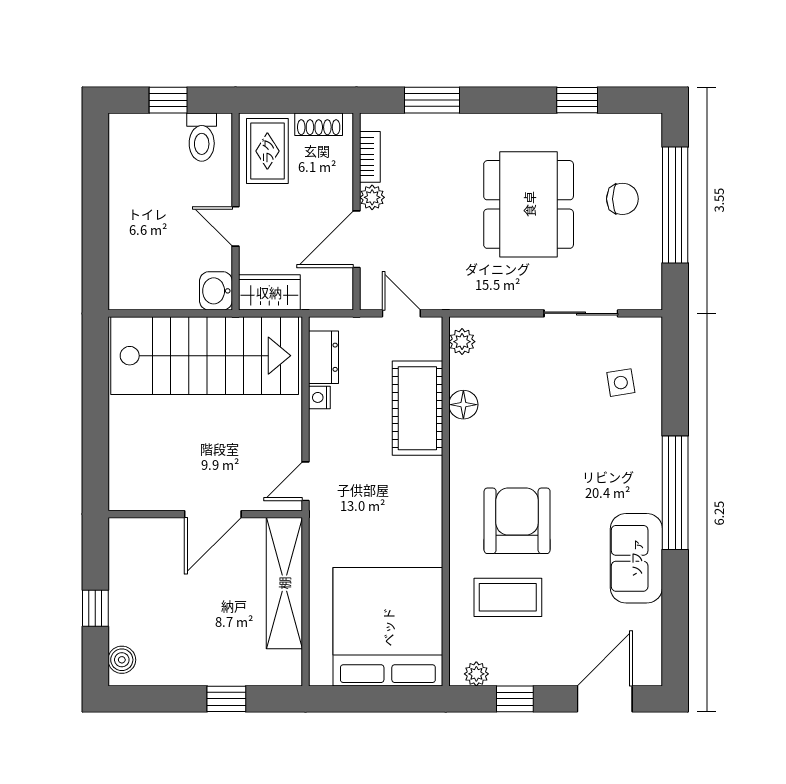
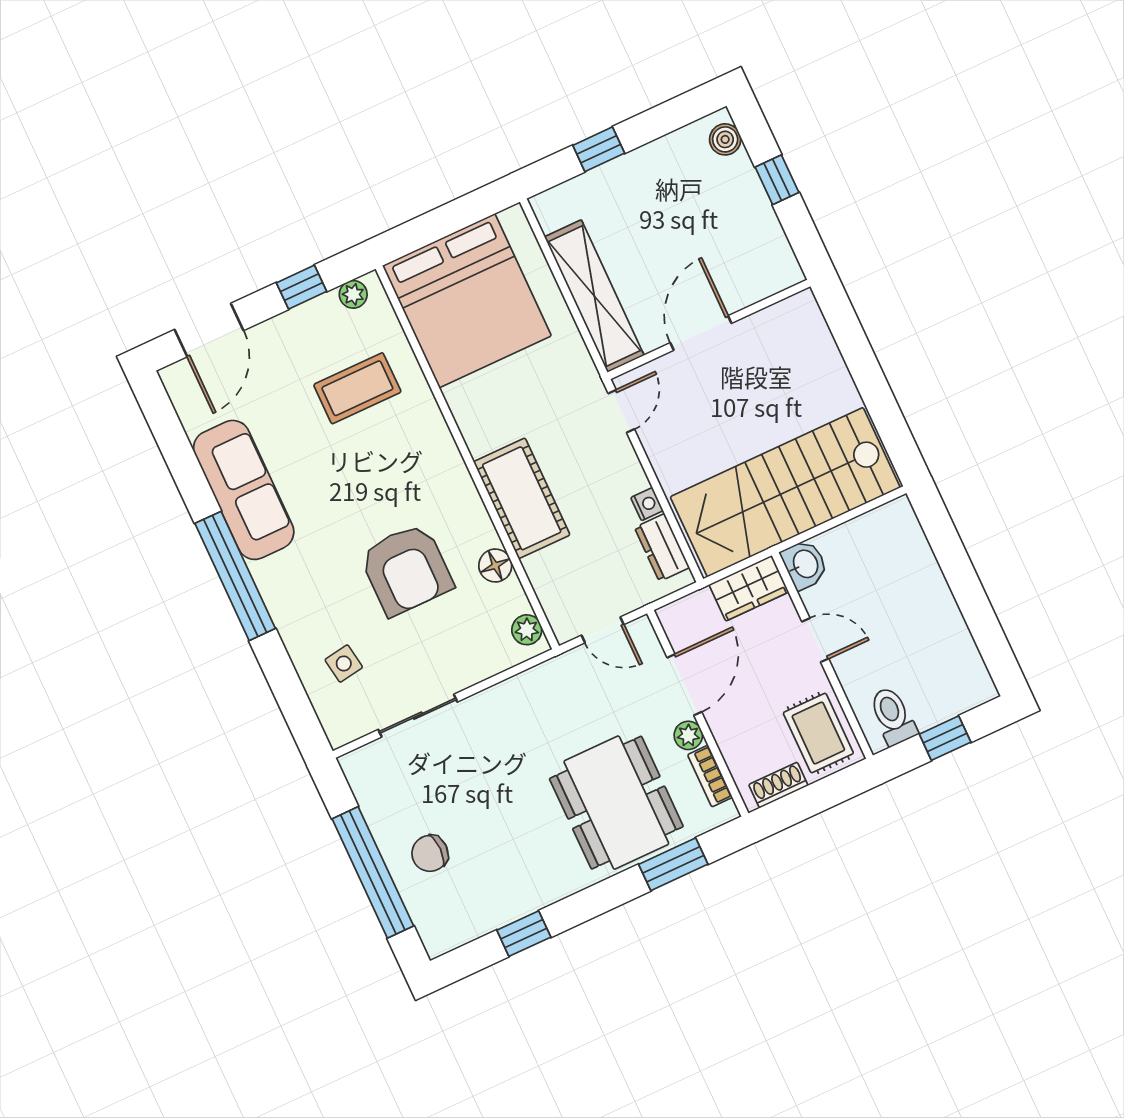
dining table: (529, 204) -> (616, 803), moved
cot: (417, 408) -> (522, 498), moved
armchair: (517, 521) -> (406, 569), moved
sofa: (636, 558) -> (244, 490), width x1.36

